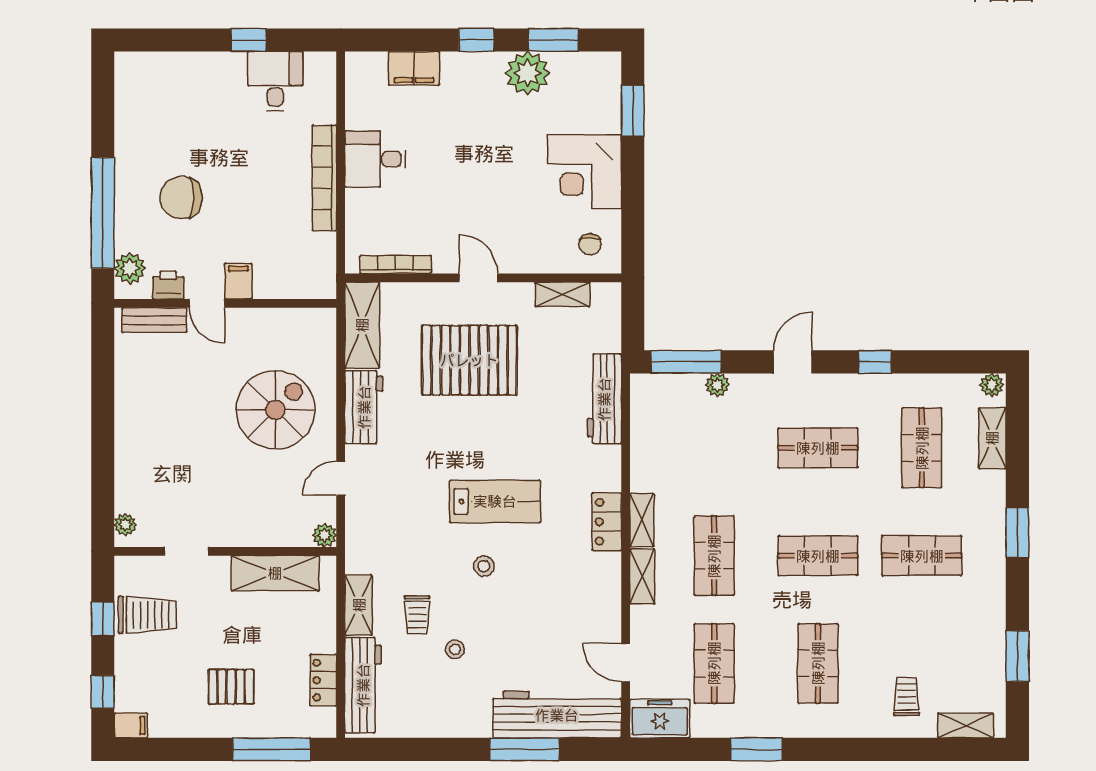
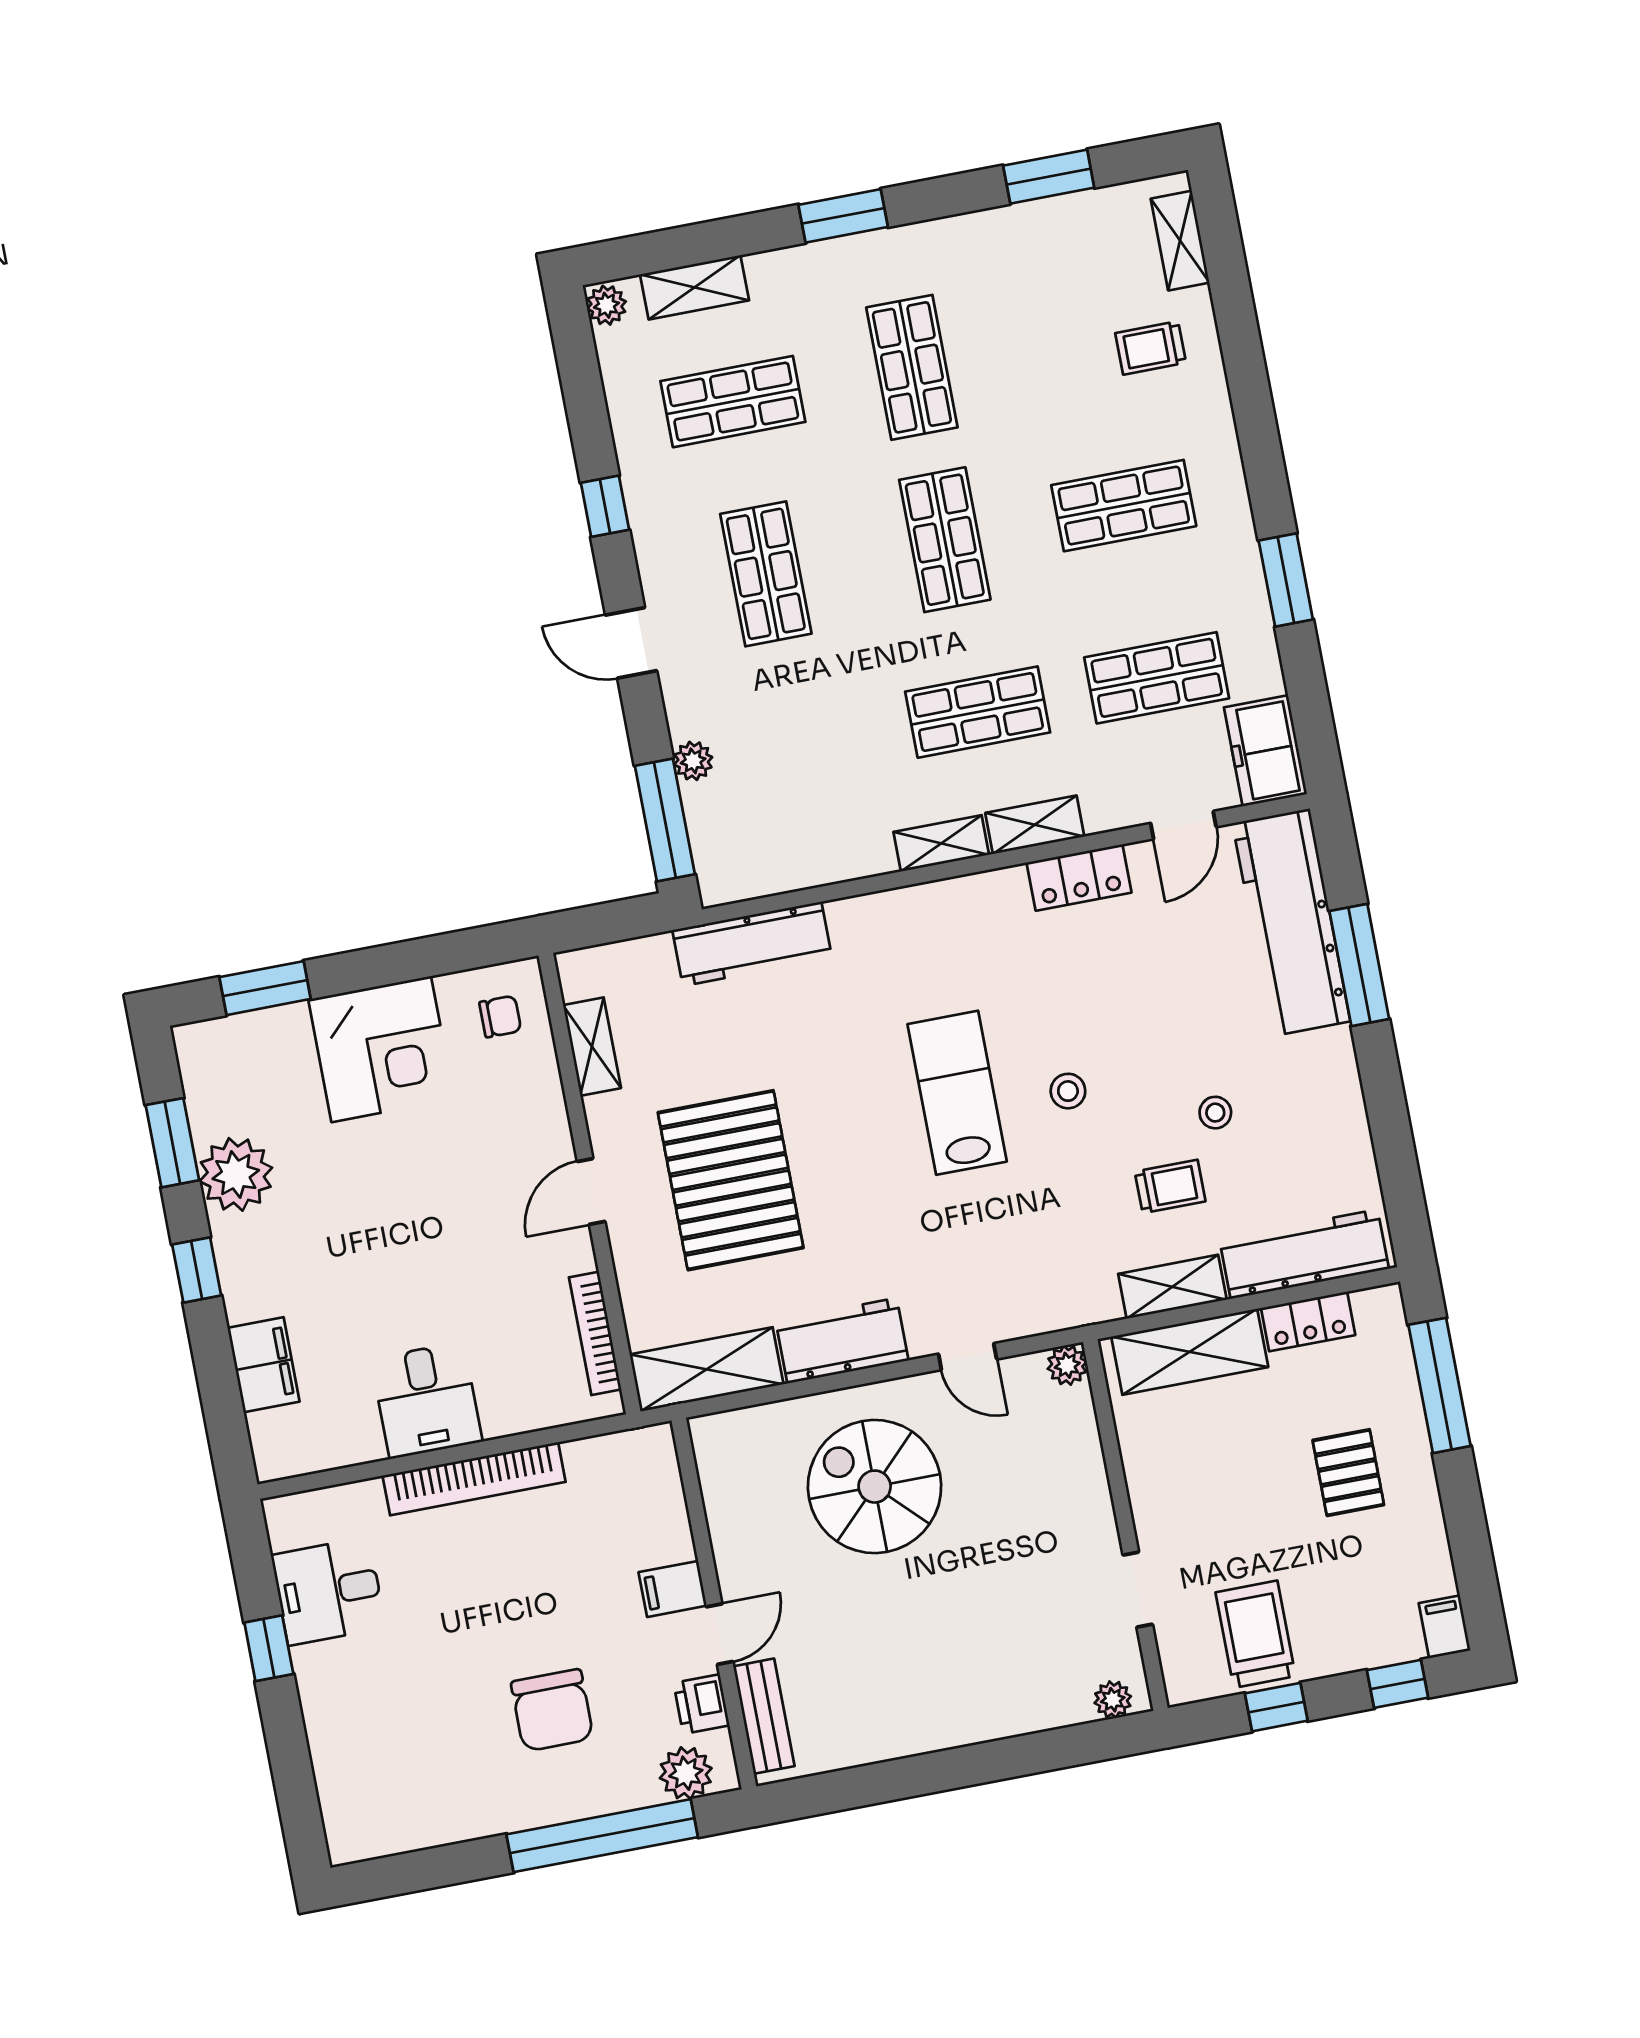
locker: (607, 522) -> (1079, 877), moved
shelving: (275, 573) -> (1190, 1352), moved, turned 90

